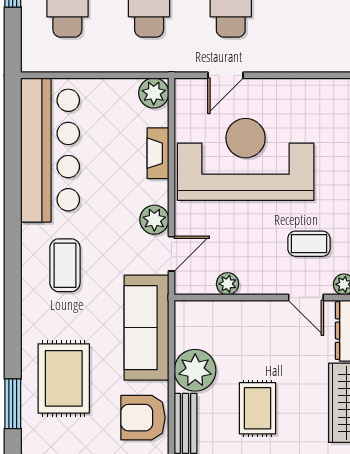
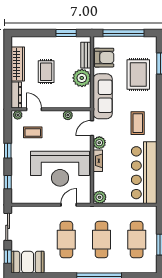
fireplace: (158, 153) -> (98, 161), moved
rug: (258, 408) -> (46, 72), moved

